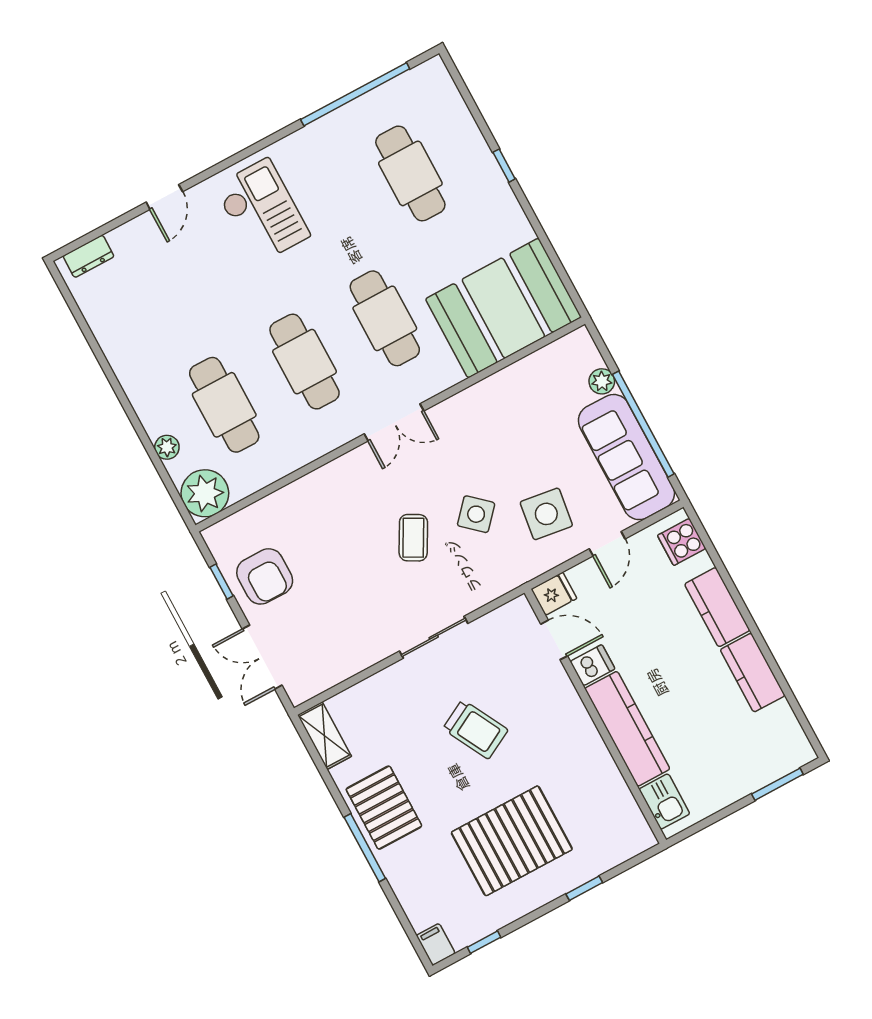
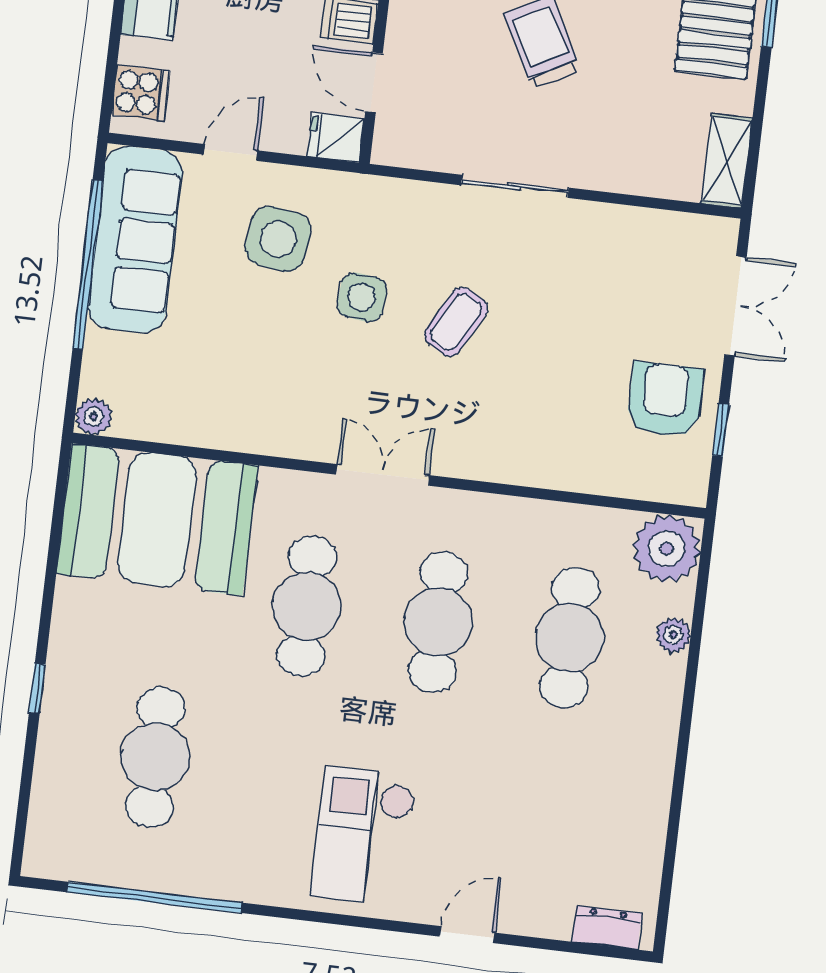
plant: (602, 381) -> (93, 417), moved
side table: (476, 514) -> (362, 297), turned -36

